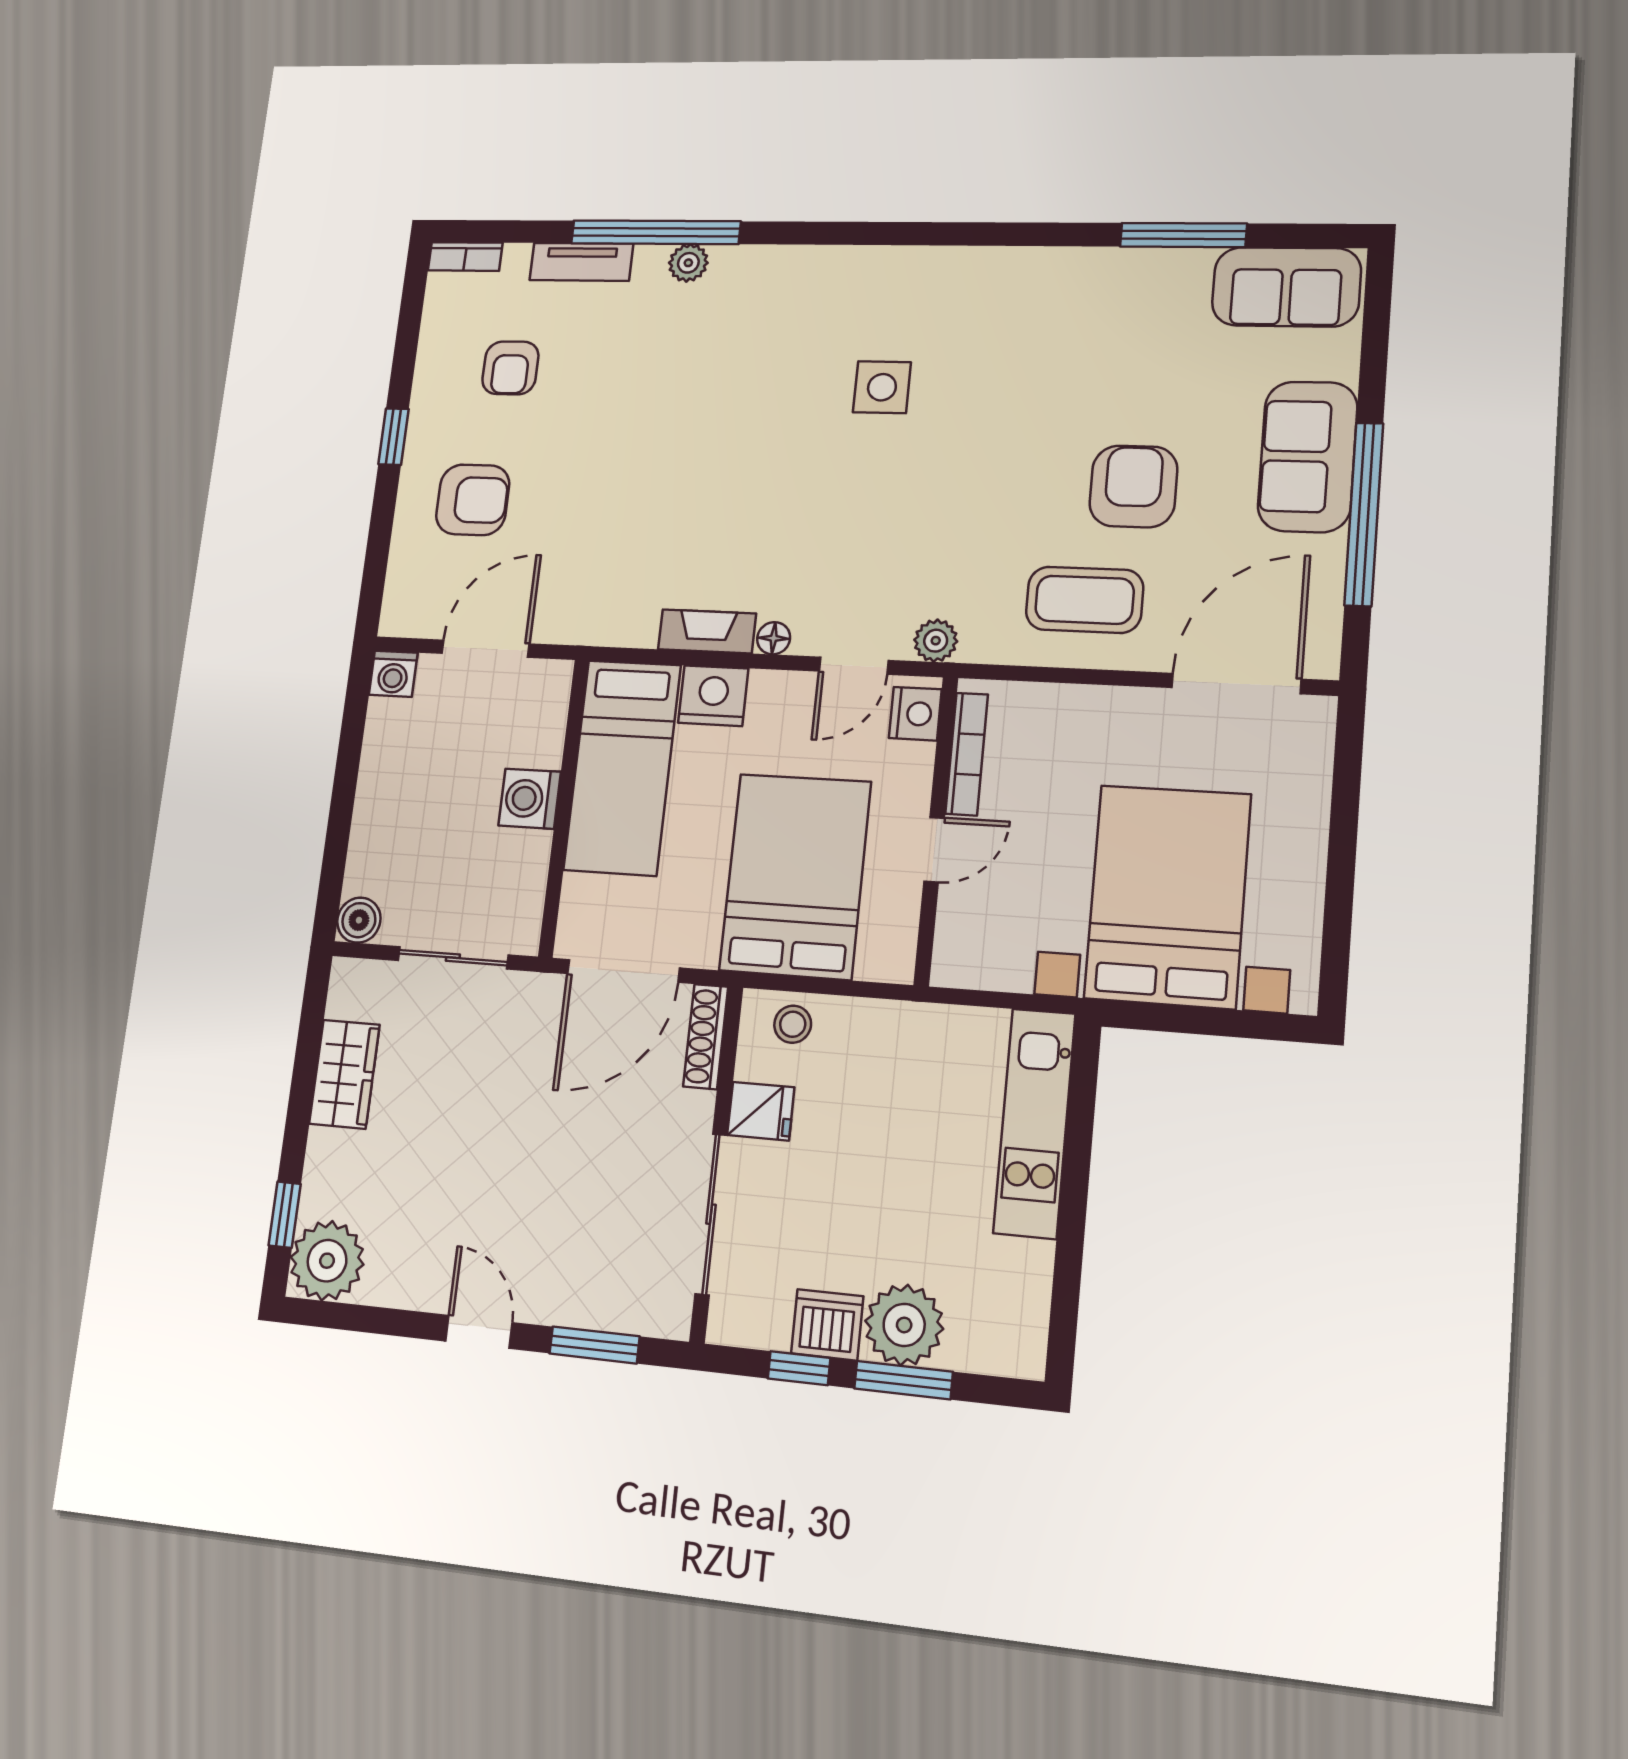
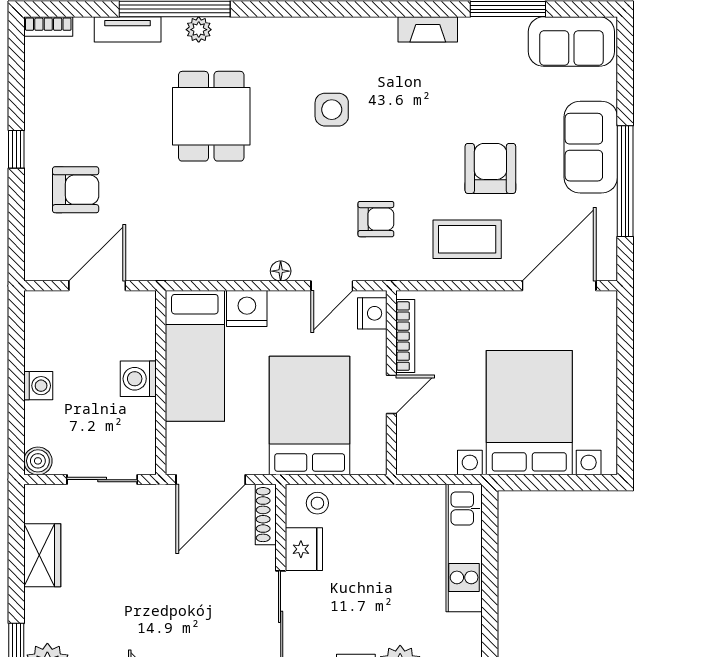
armchair: (510, 368) -> (376, 219), moved, turned -90
dining table: (692, 394) -> (211, 116), added
fireplace: (707, 631) -> (428, 29), moved, turned 180
plant: (936, 641) -> (380, 268), removed
washing machine: (393, 674) -> (38, 386), moved, turned -90
fridge: (761, 1111) -> (304, 549), width x1.38

